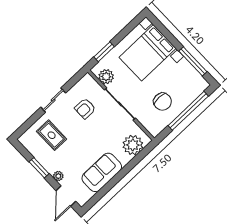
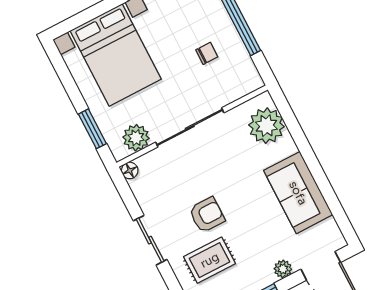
floor lamp: (87, 78) -> (130, 170), added
chair: (162, 102) -> (207, 53), width x0.54, depth x0.54
armchair: (85, 108) -> (207, 215), moved, turned -90

